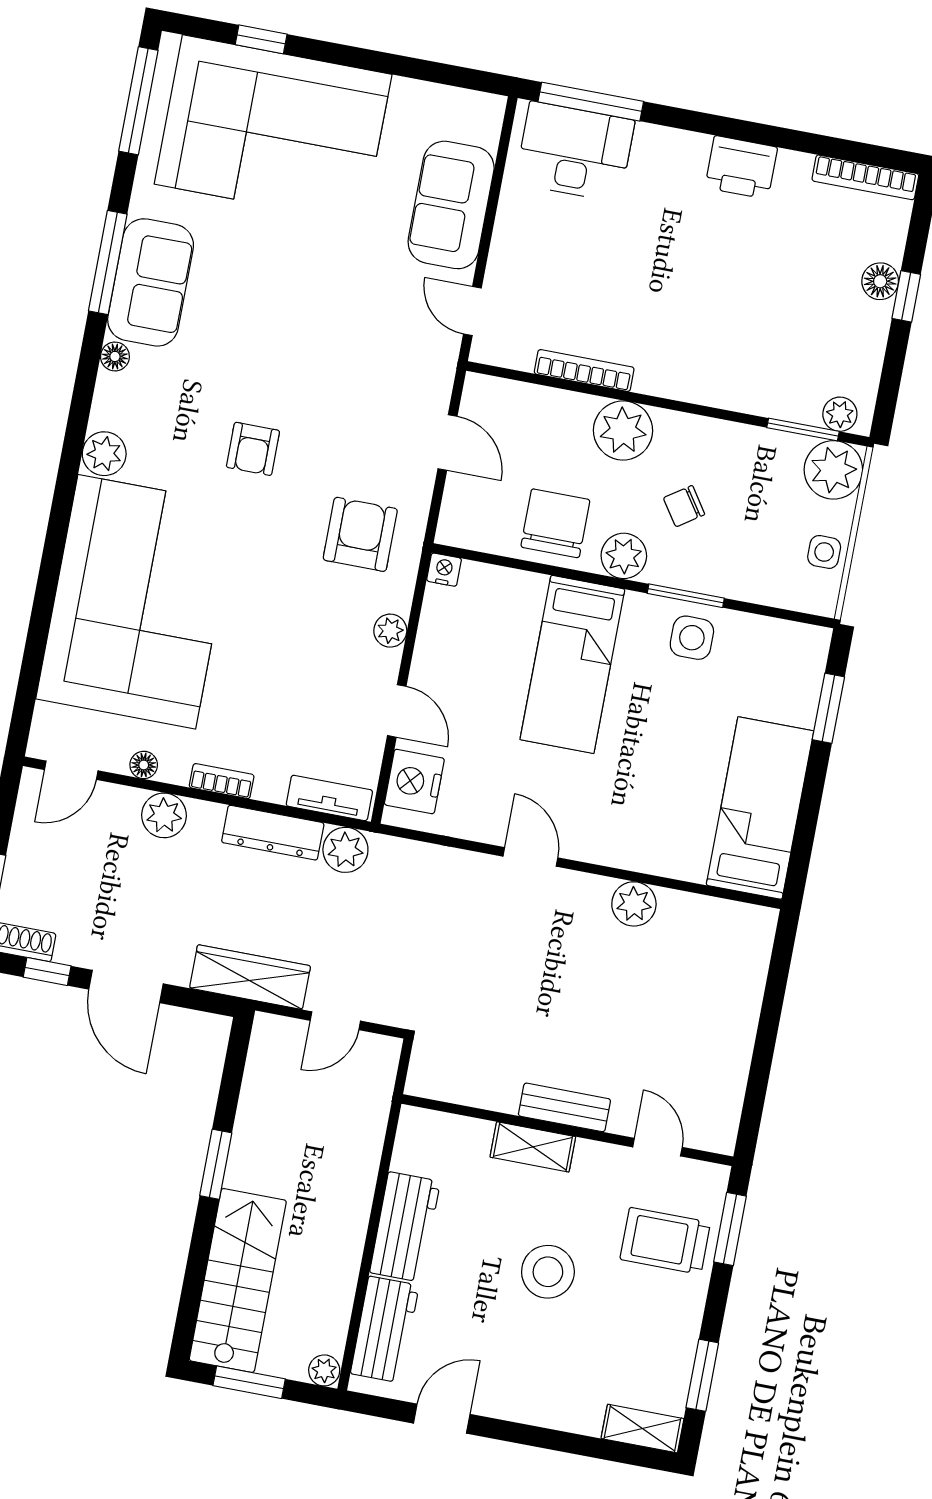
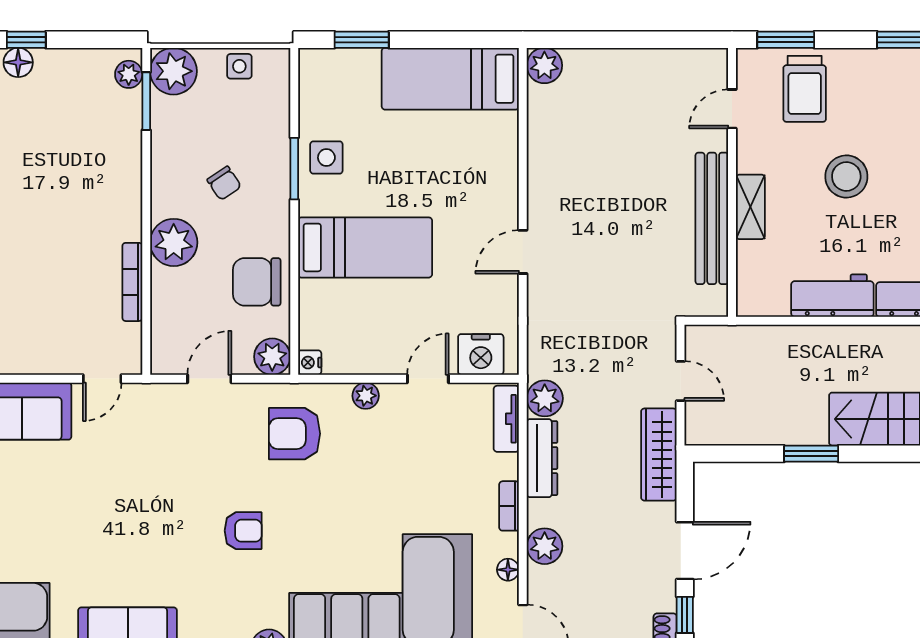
plant: (624, 556) -> (272, 357), moved
plant: (634, 904) -> (544, 65), moved
bench: (564, 1107) -> (712, 218), width x1.86, depth x1.21

